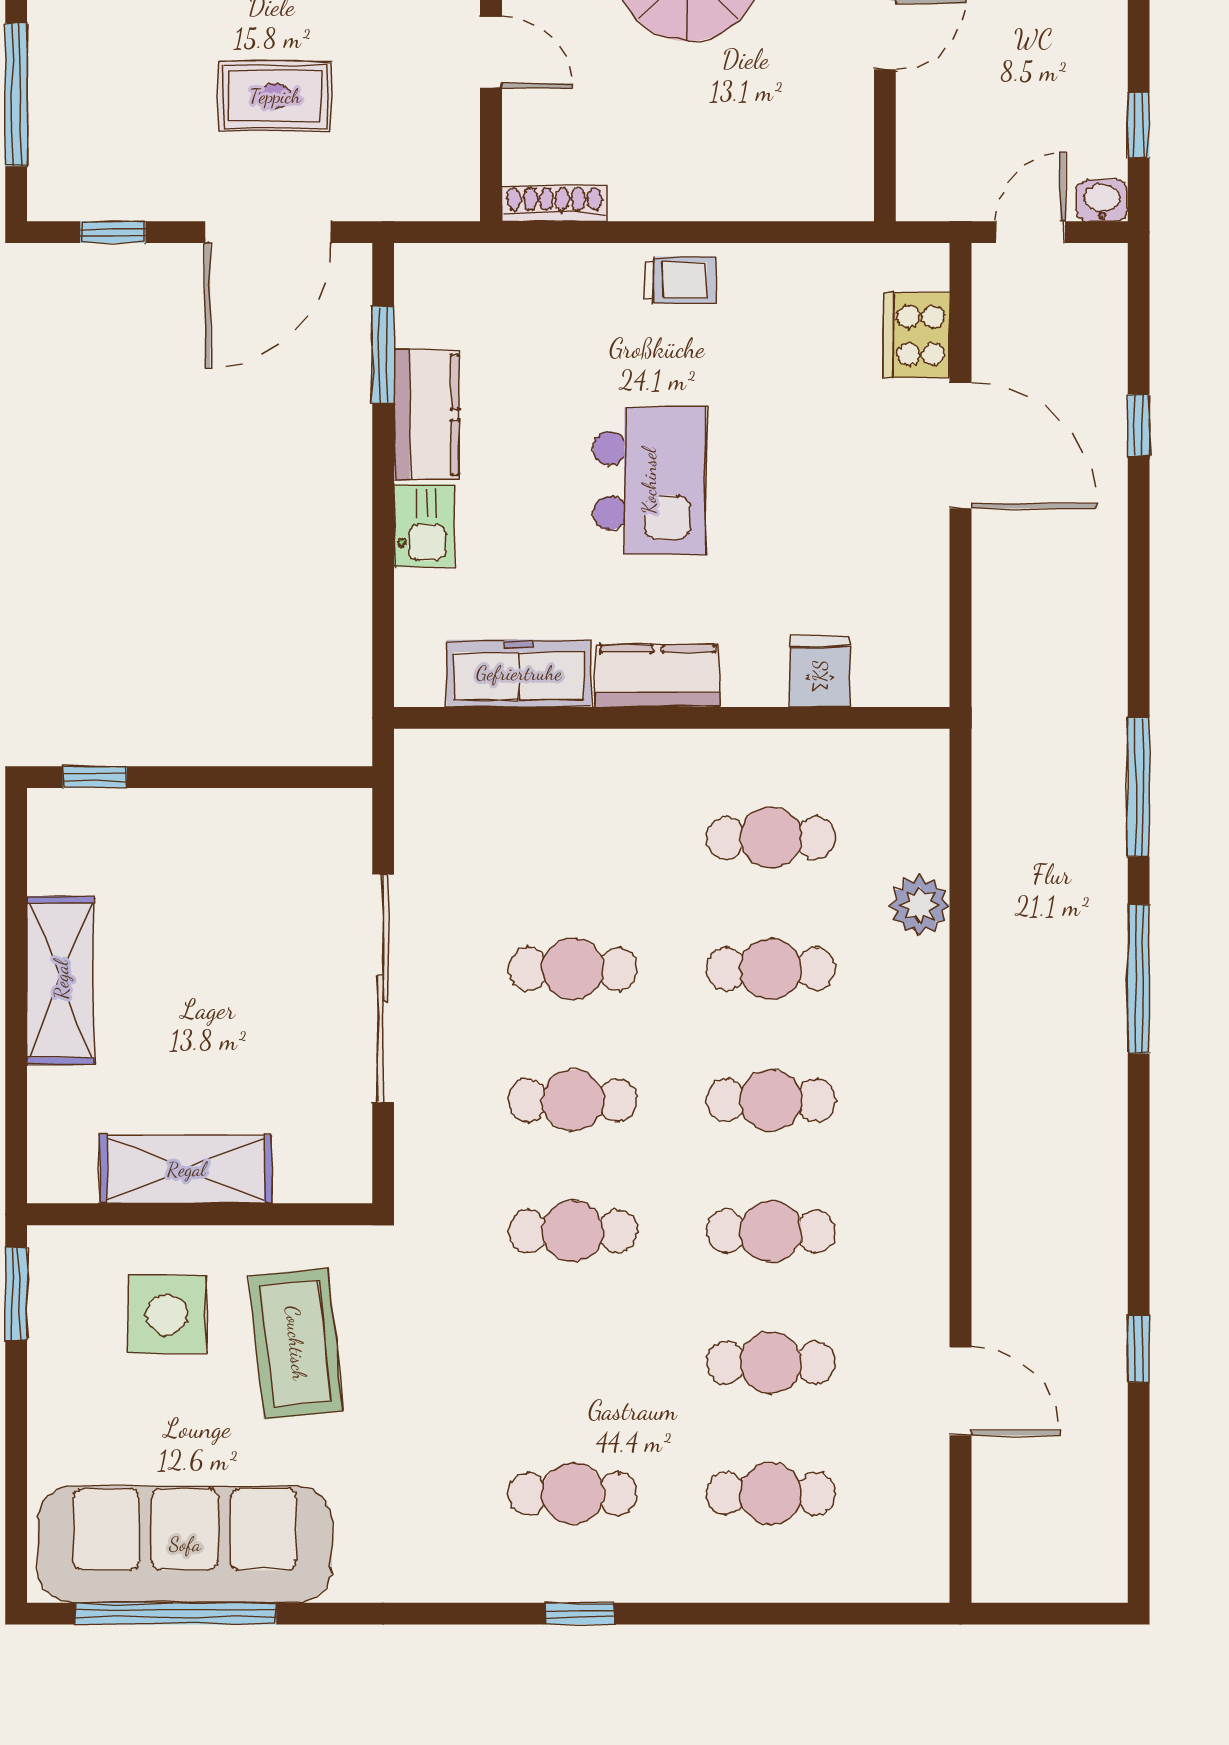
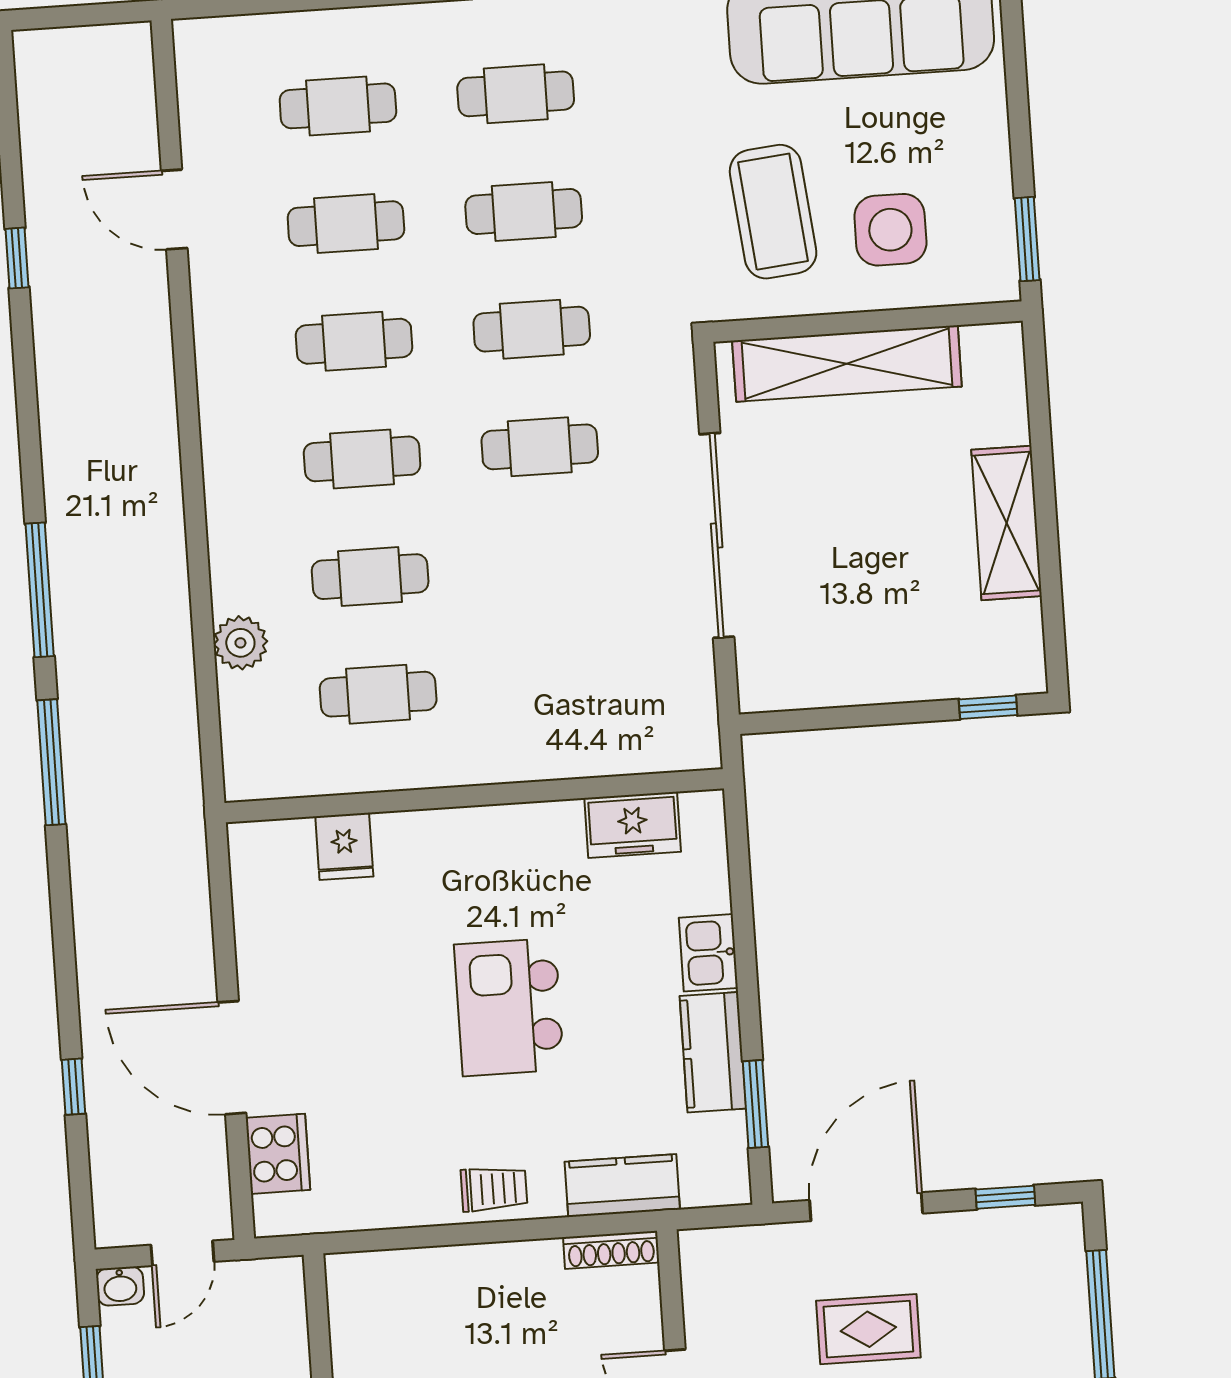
trolley: (680, 280) -> (494, 1189), turned 180
freezer: (519, 673) -> (633, 825), width x0.71
kitchen counter: (657, 676) -> (622, 1186), moved, turned 180
cafe table: (573, 969) -> (524, 211), moved
shelving: (186, 1169) -> (847, 364), width x1.47

